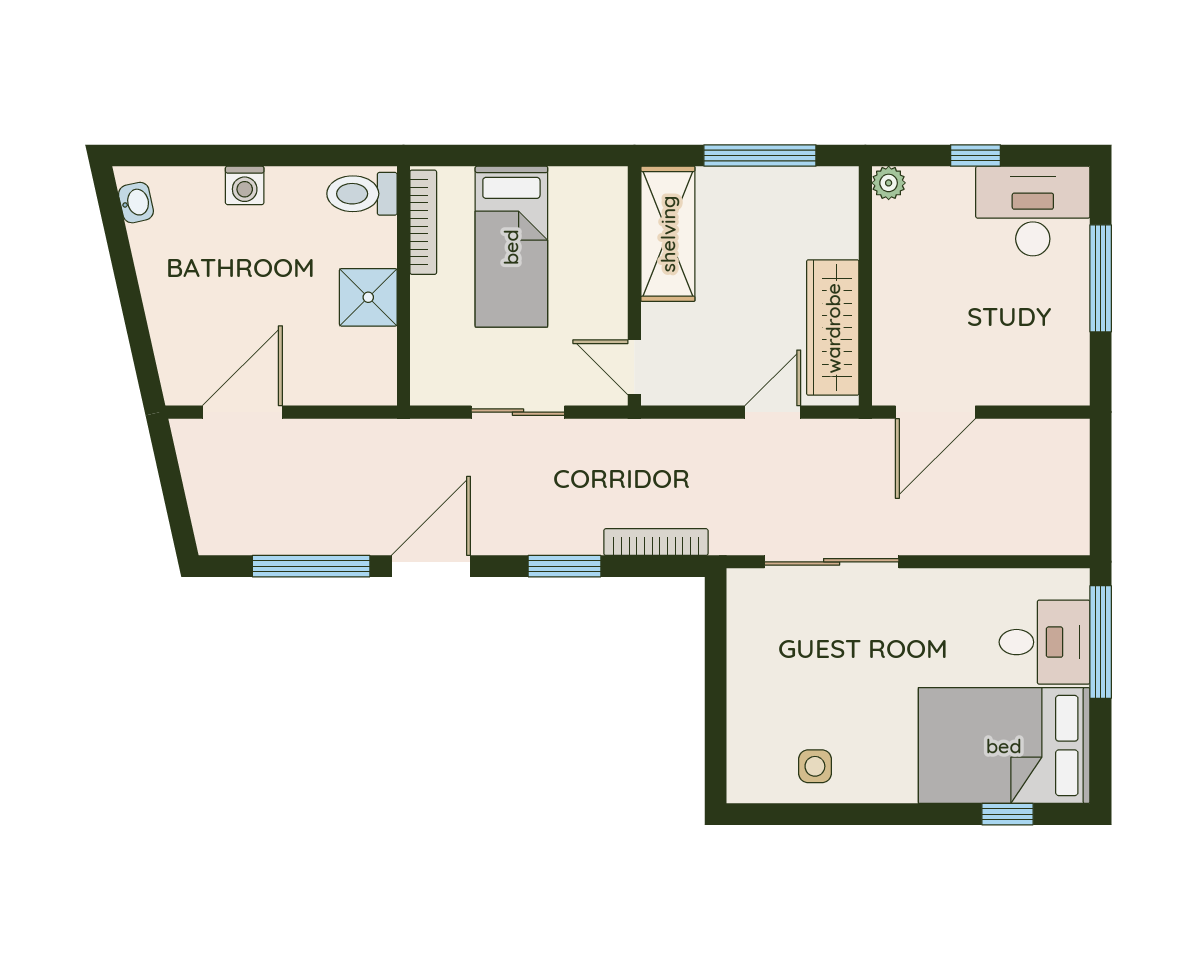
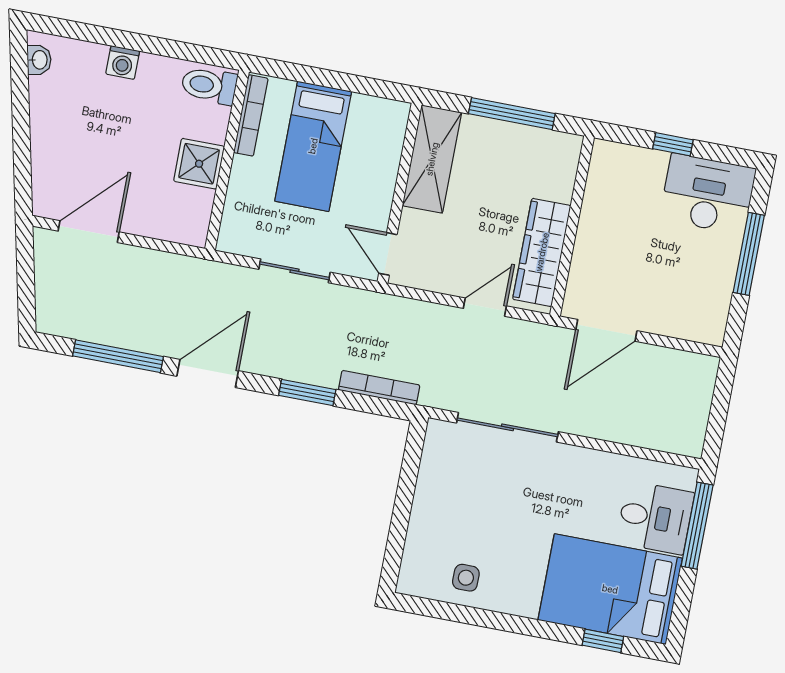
plant: (889, 183) -> (604, 152), removed

